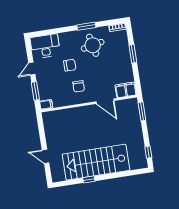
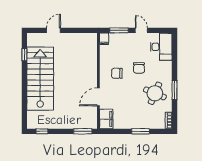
round table: (93, 45) -> (155, 93), turned 35
window: (89, 179) -> (24, 55), moved

